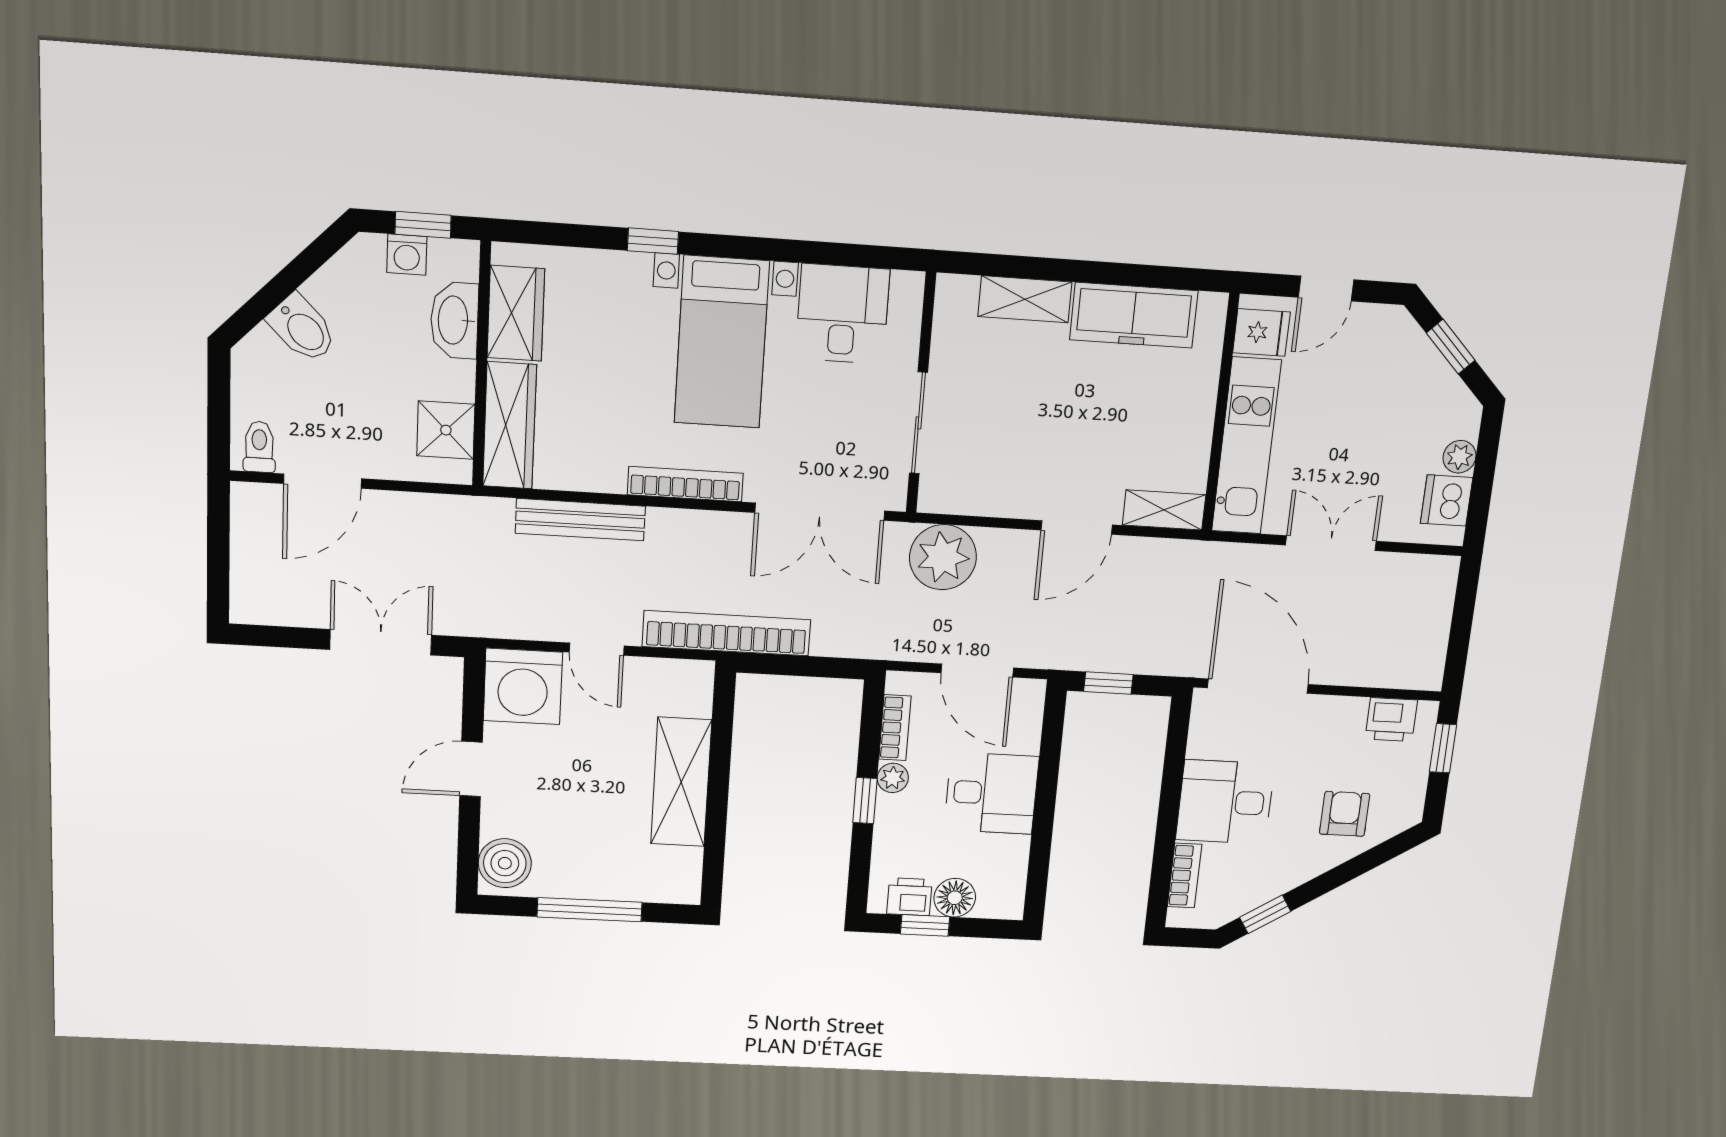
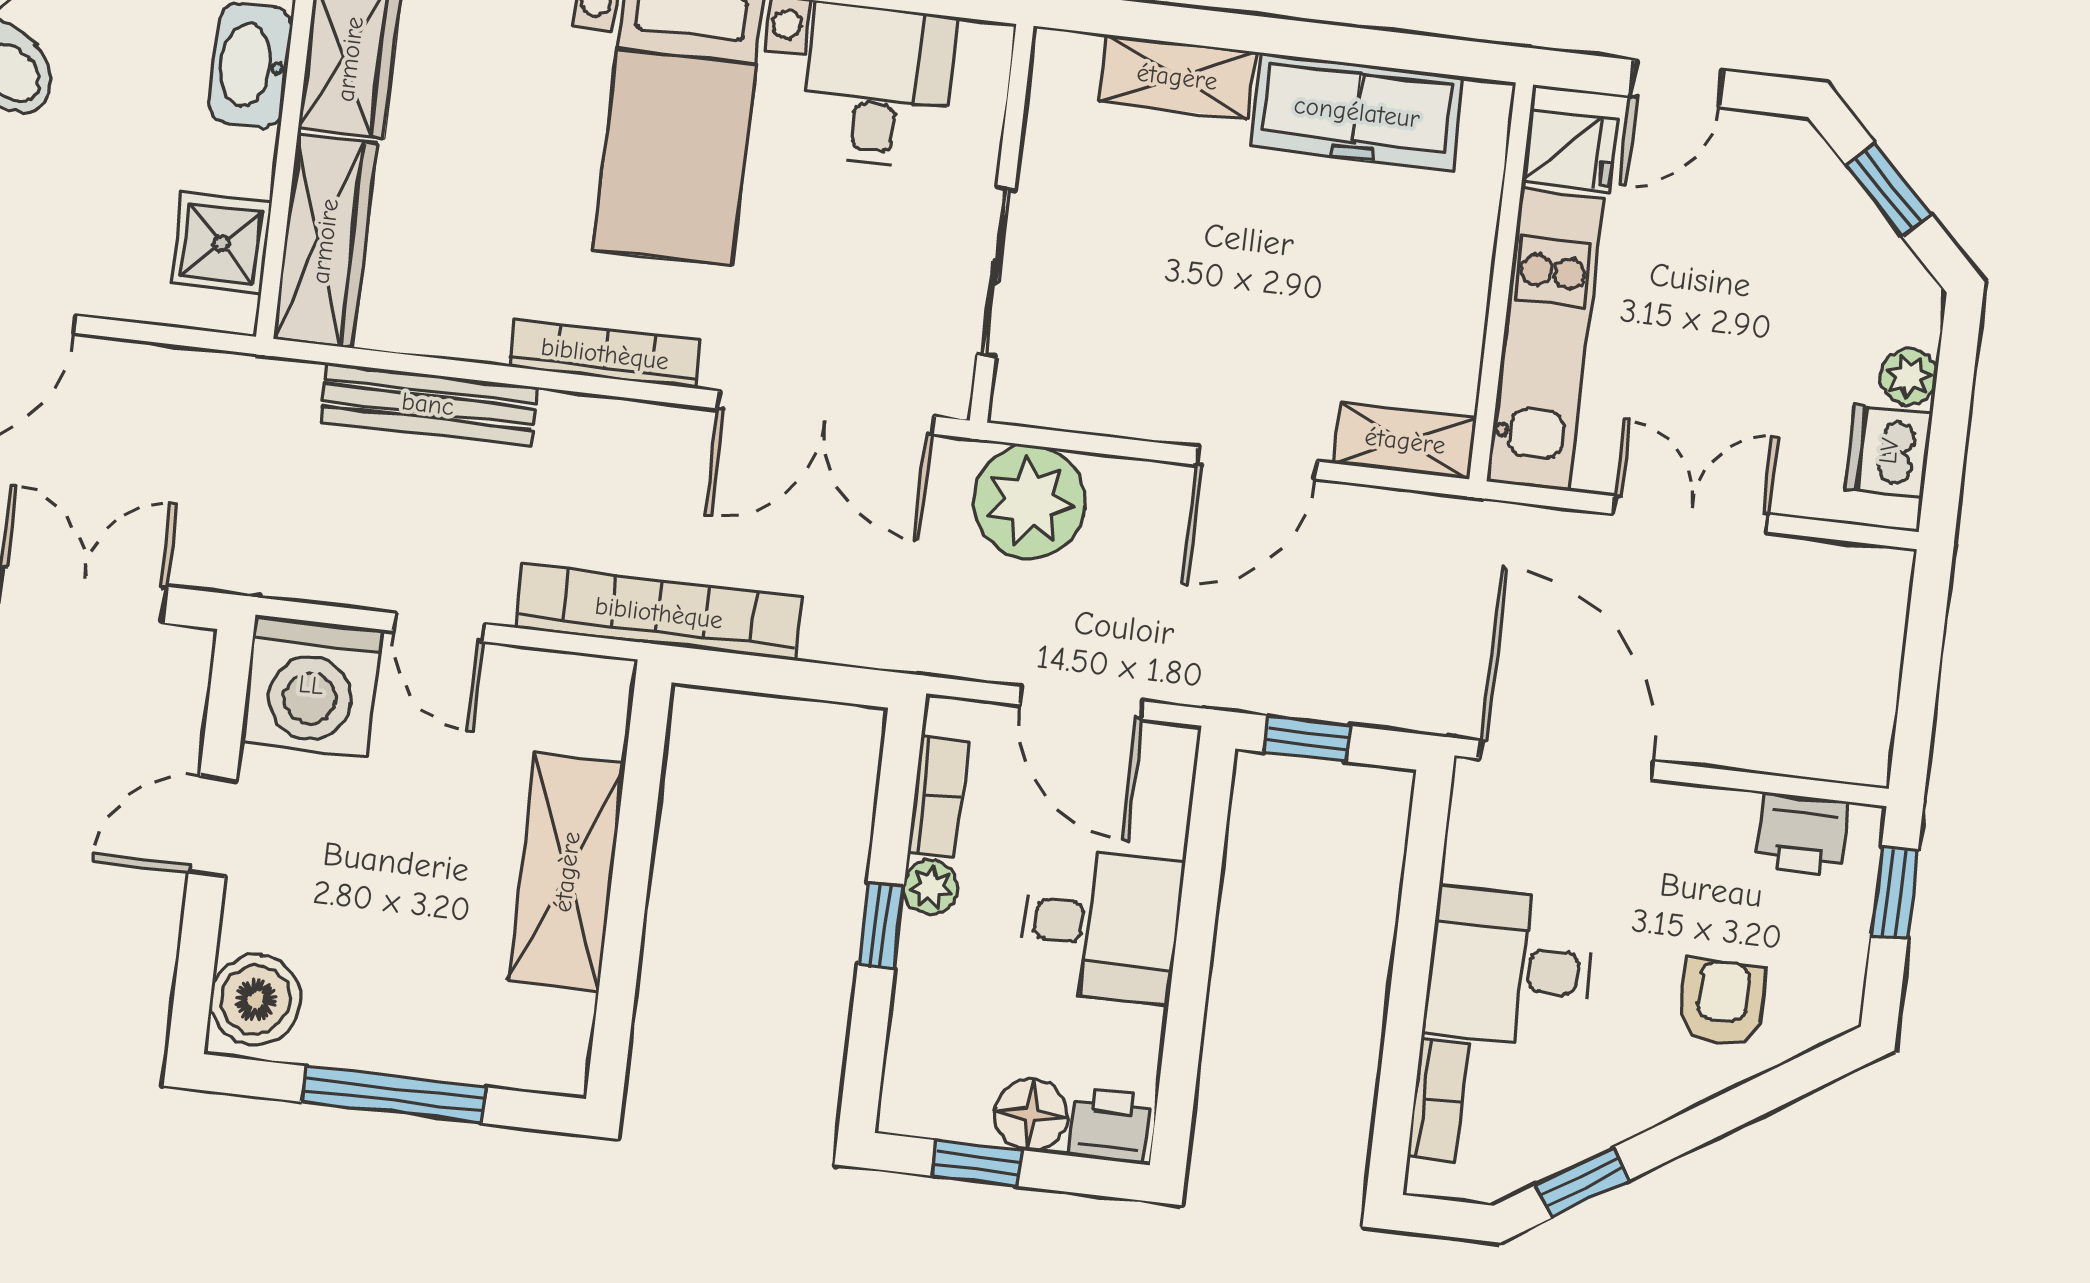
printer: (909, 897) -> (1110, 1126), moved

